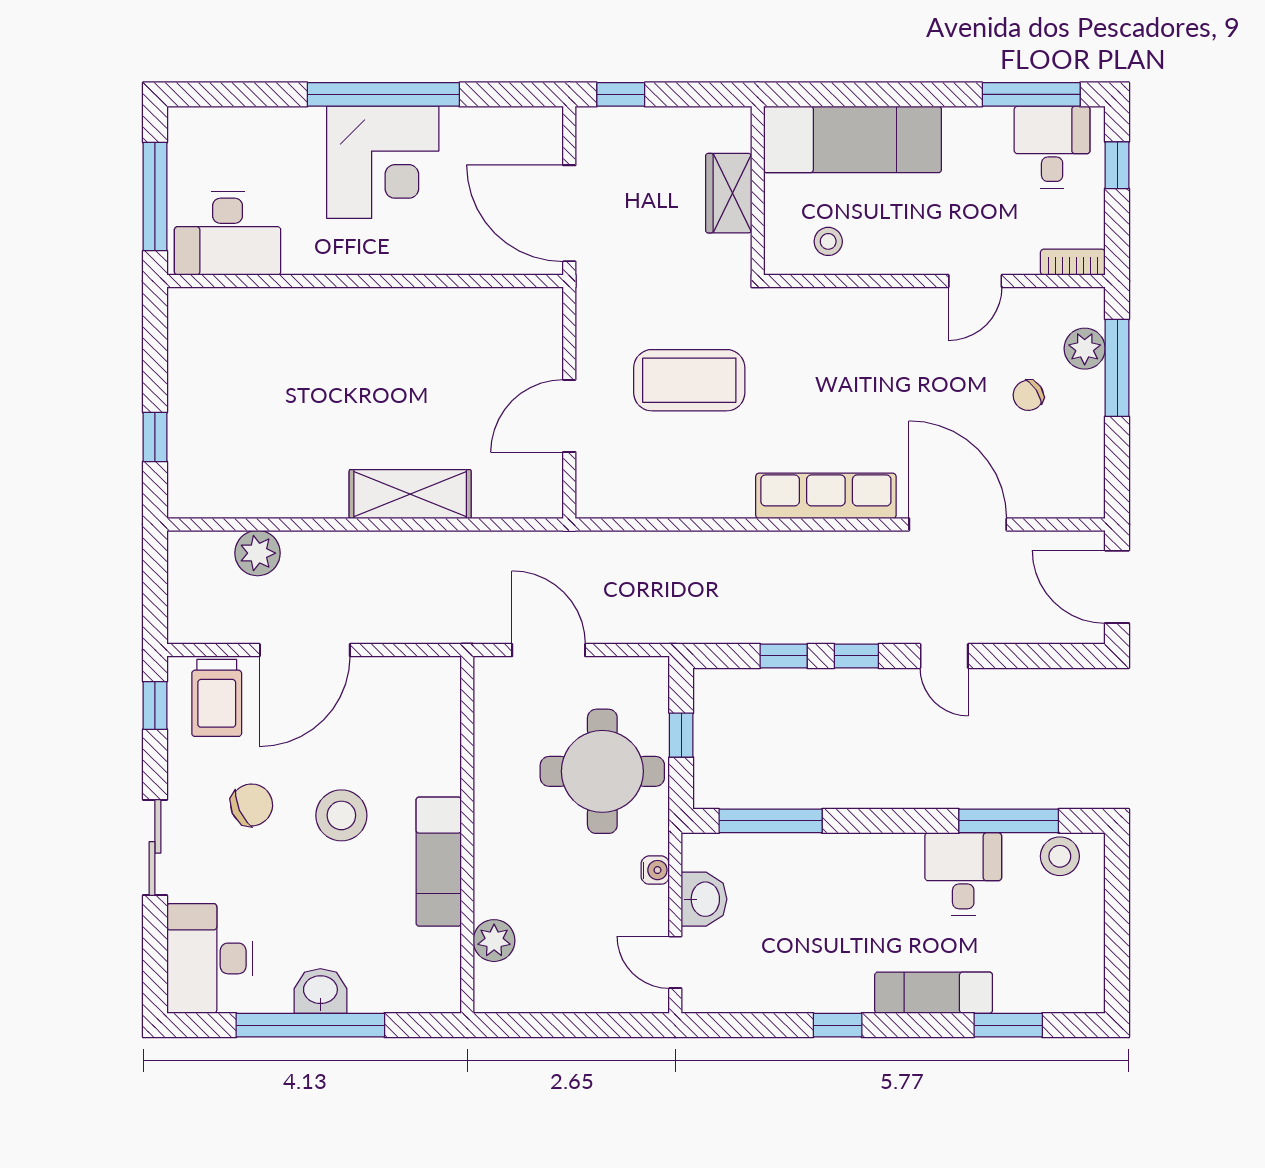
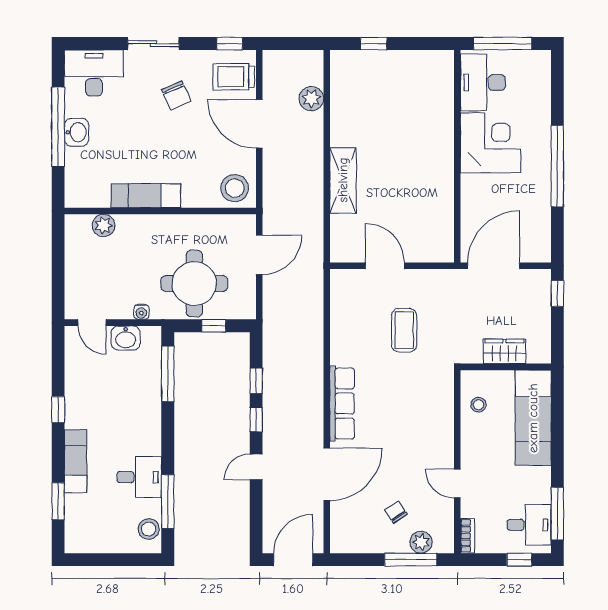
corner desk: (383, 162) -> (491, 143), moved, turned 180
coffee table: (689, 380) -> (404, 330), width x0.73, depth x0.76
stool: (341, 815) -> (235, 188), moved
door: (675, 962) -> (92, 323), swing flipped

